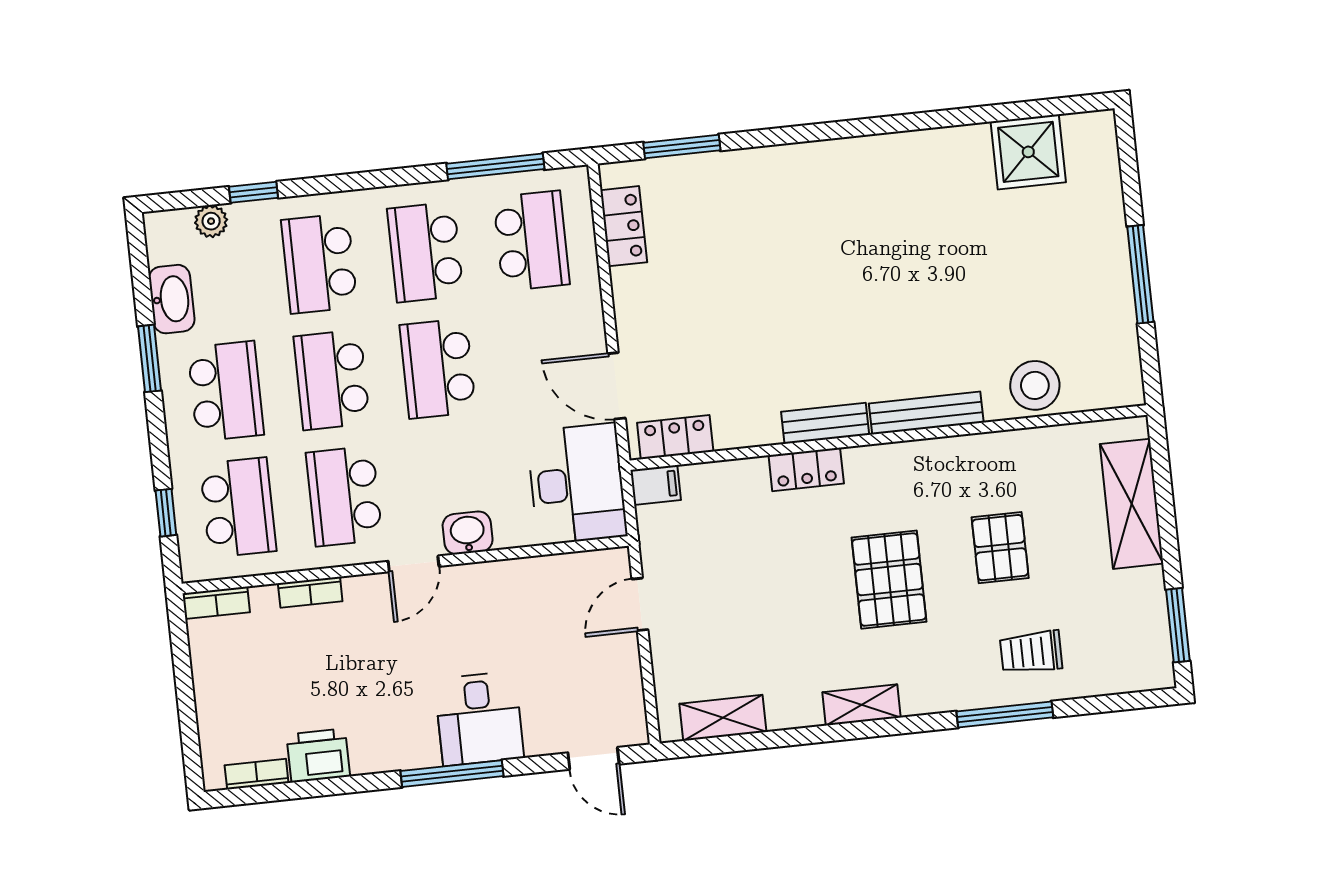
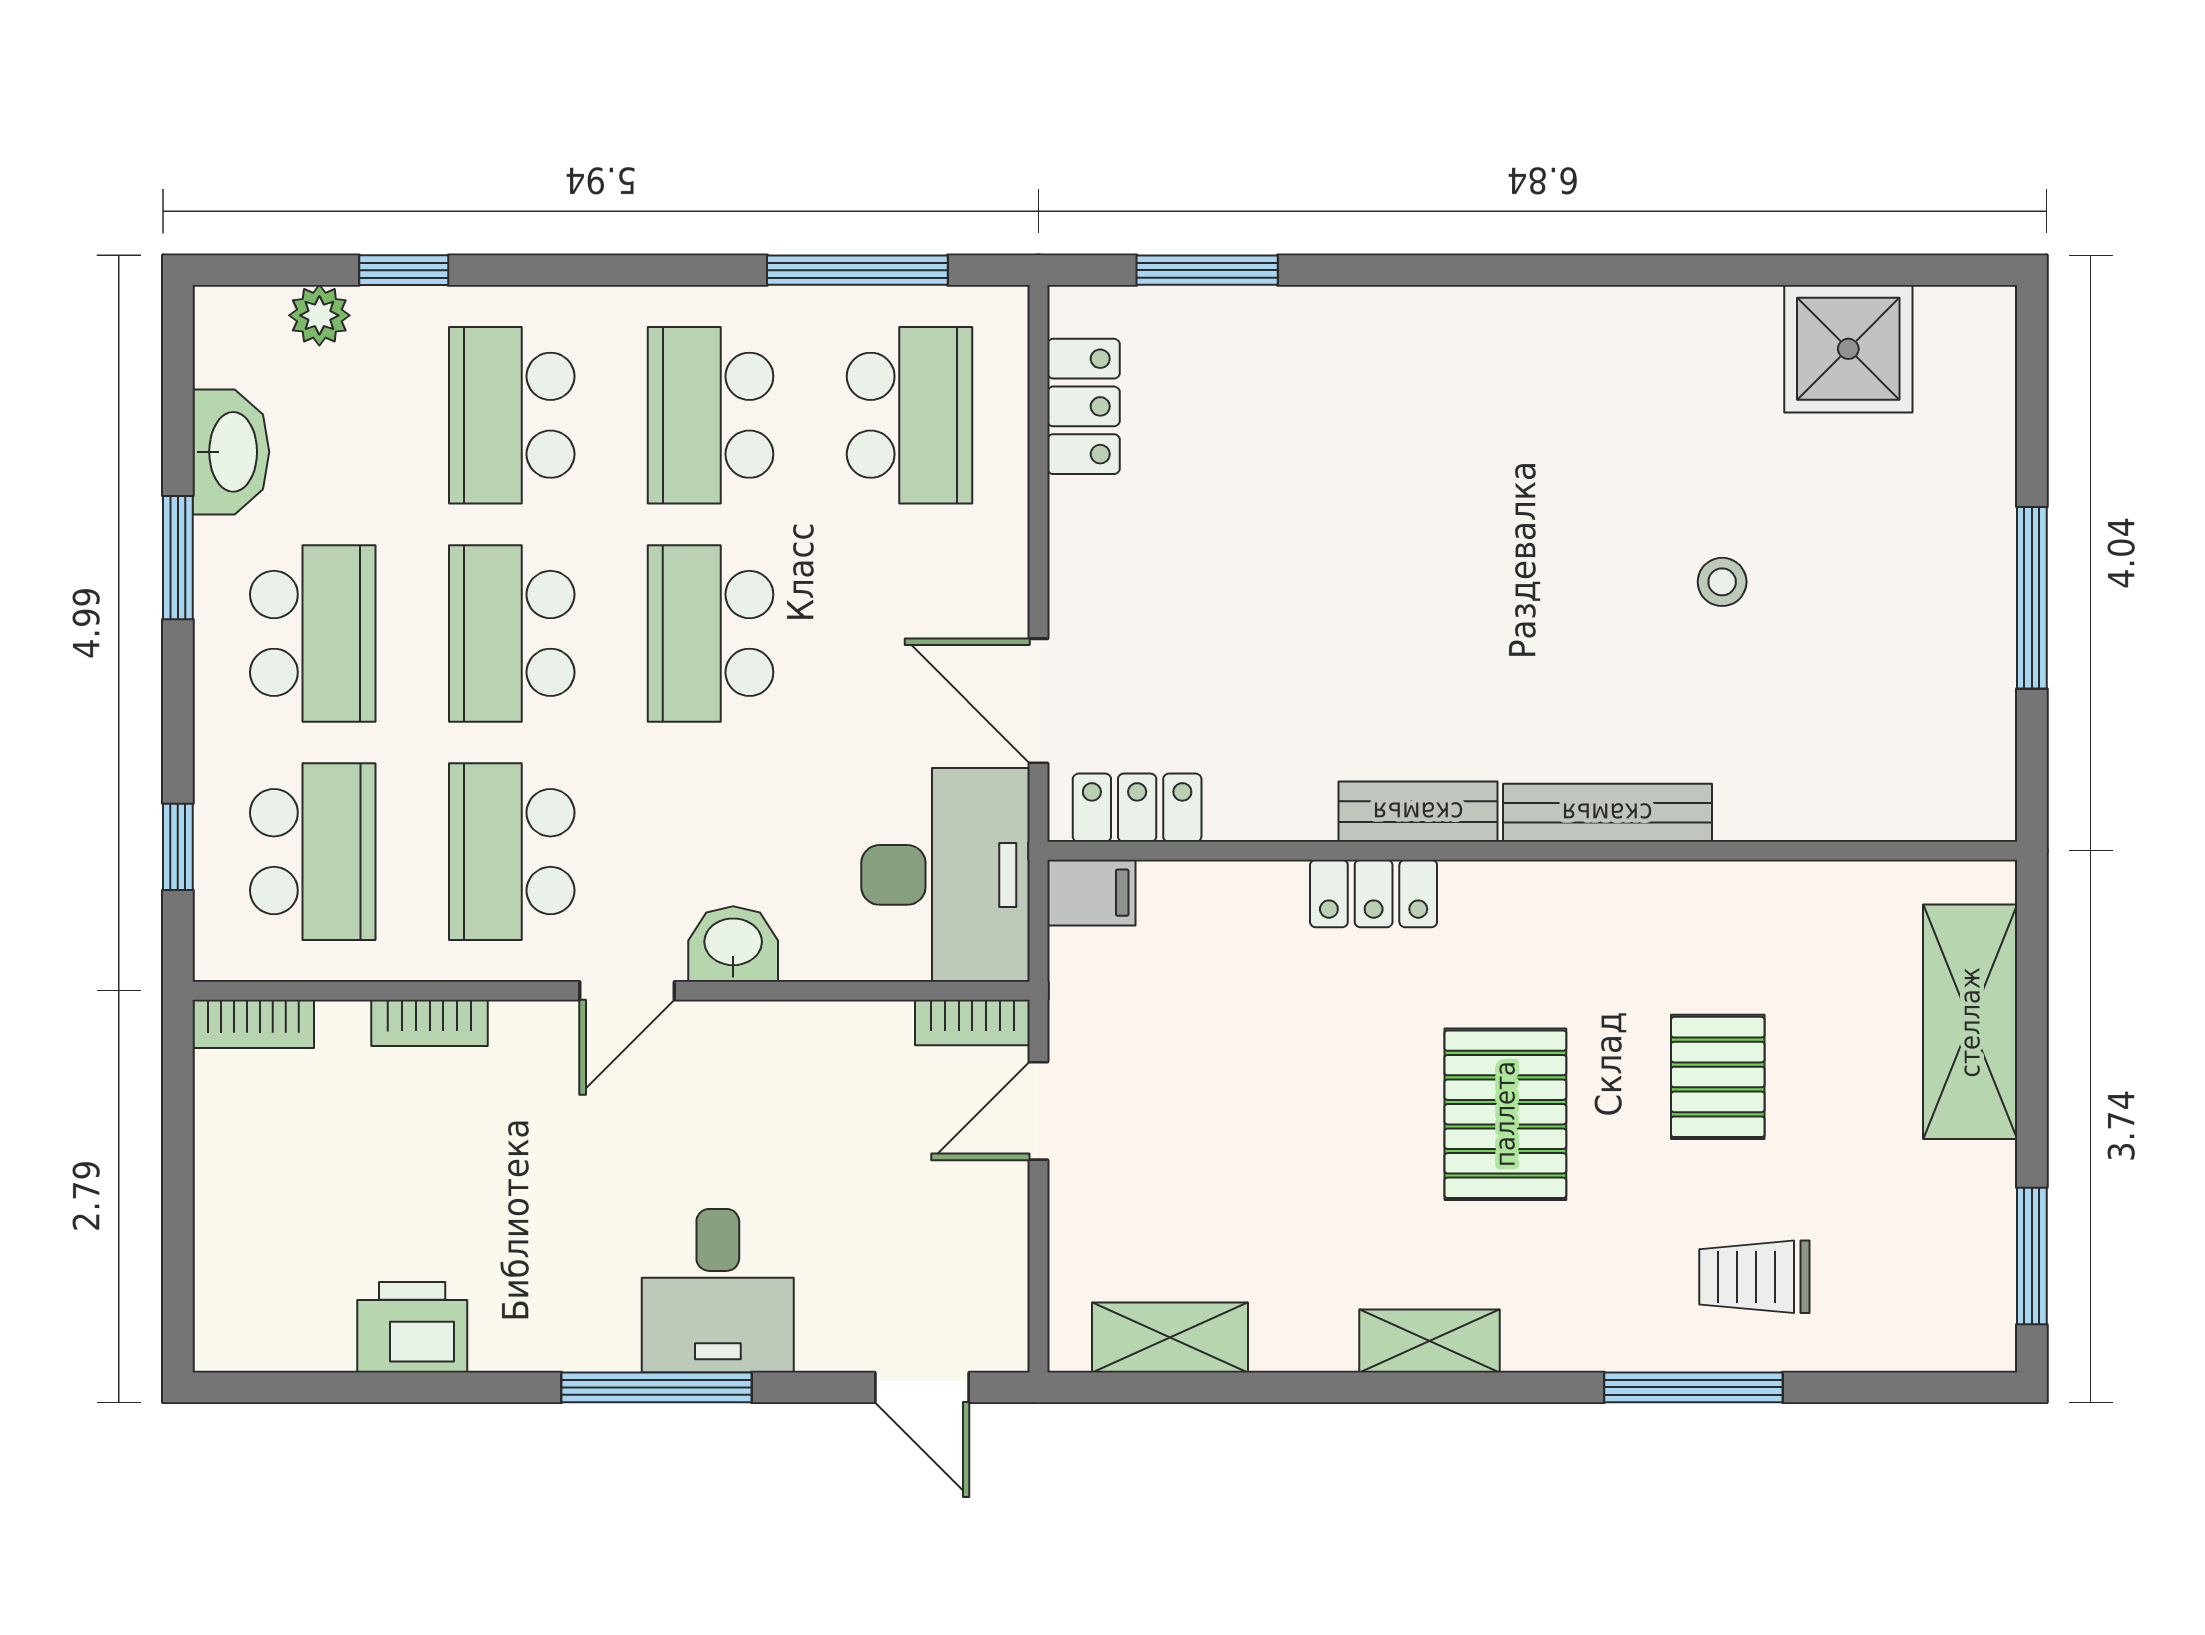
stool: (1035, 385) -> (1722, 582), moved, width x0.53, depth x0.53
bookcase: (257, 774) -> (972, 1023), moved, turned 180

